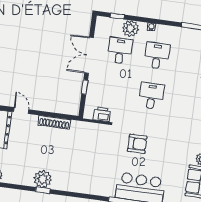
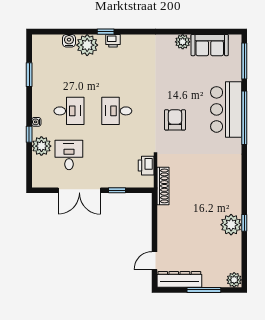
window: (117, 16) -> (29, 134), moved
desk: (120, 51) -> (69, 155), turned 90
desk: (157, 56) -> (69, 111), turned 180
shoe rack: (54, 122) -> (163, 186), moved

